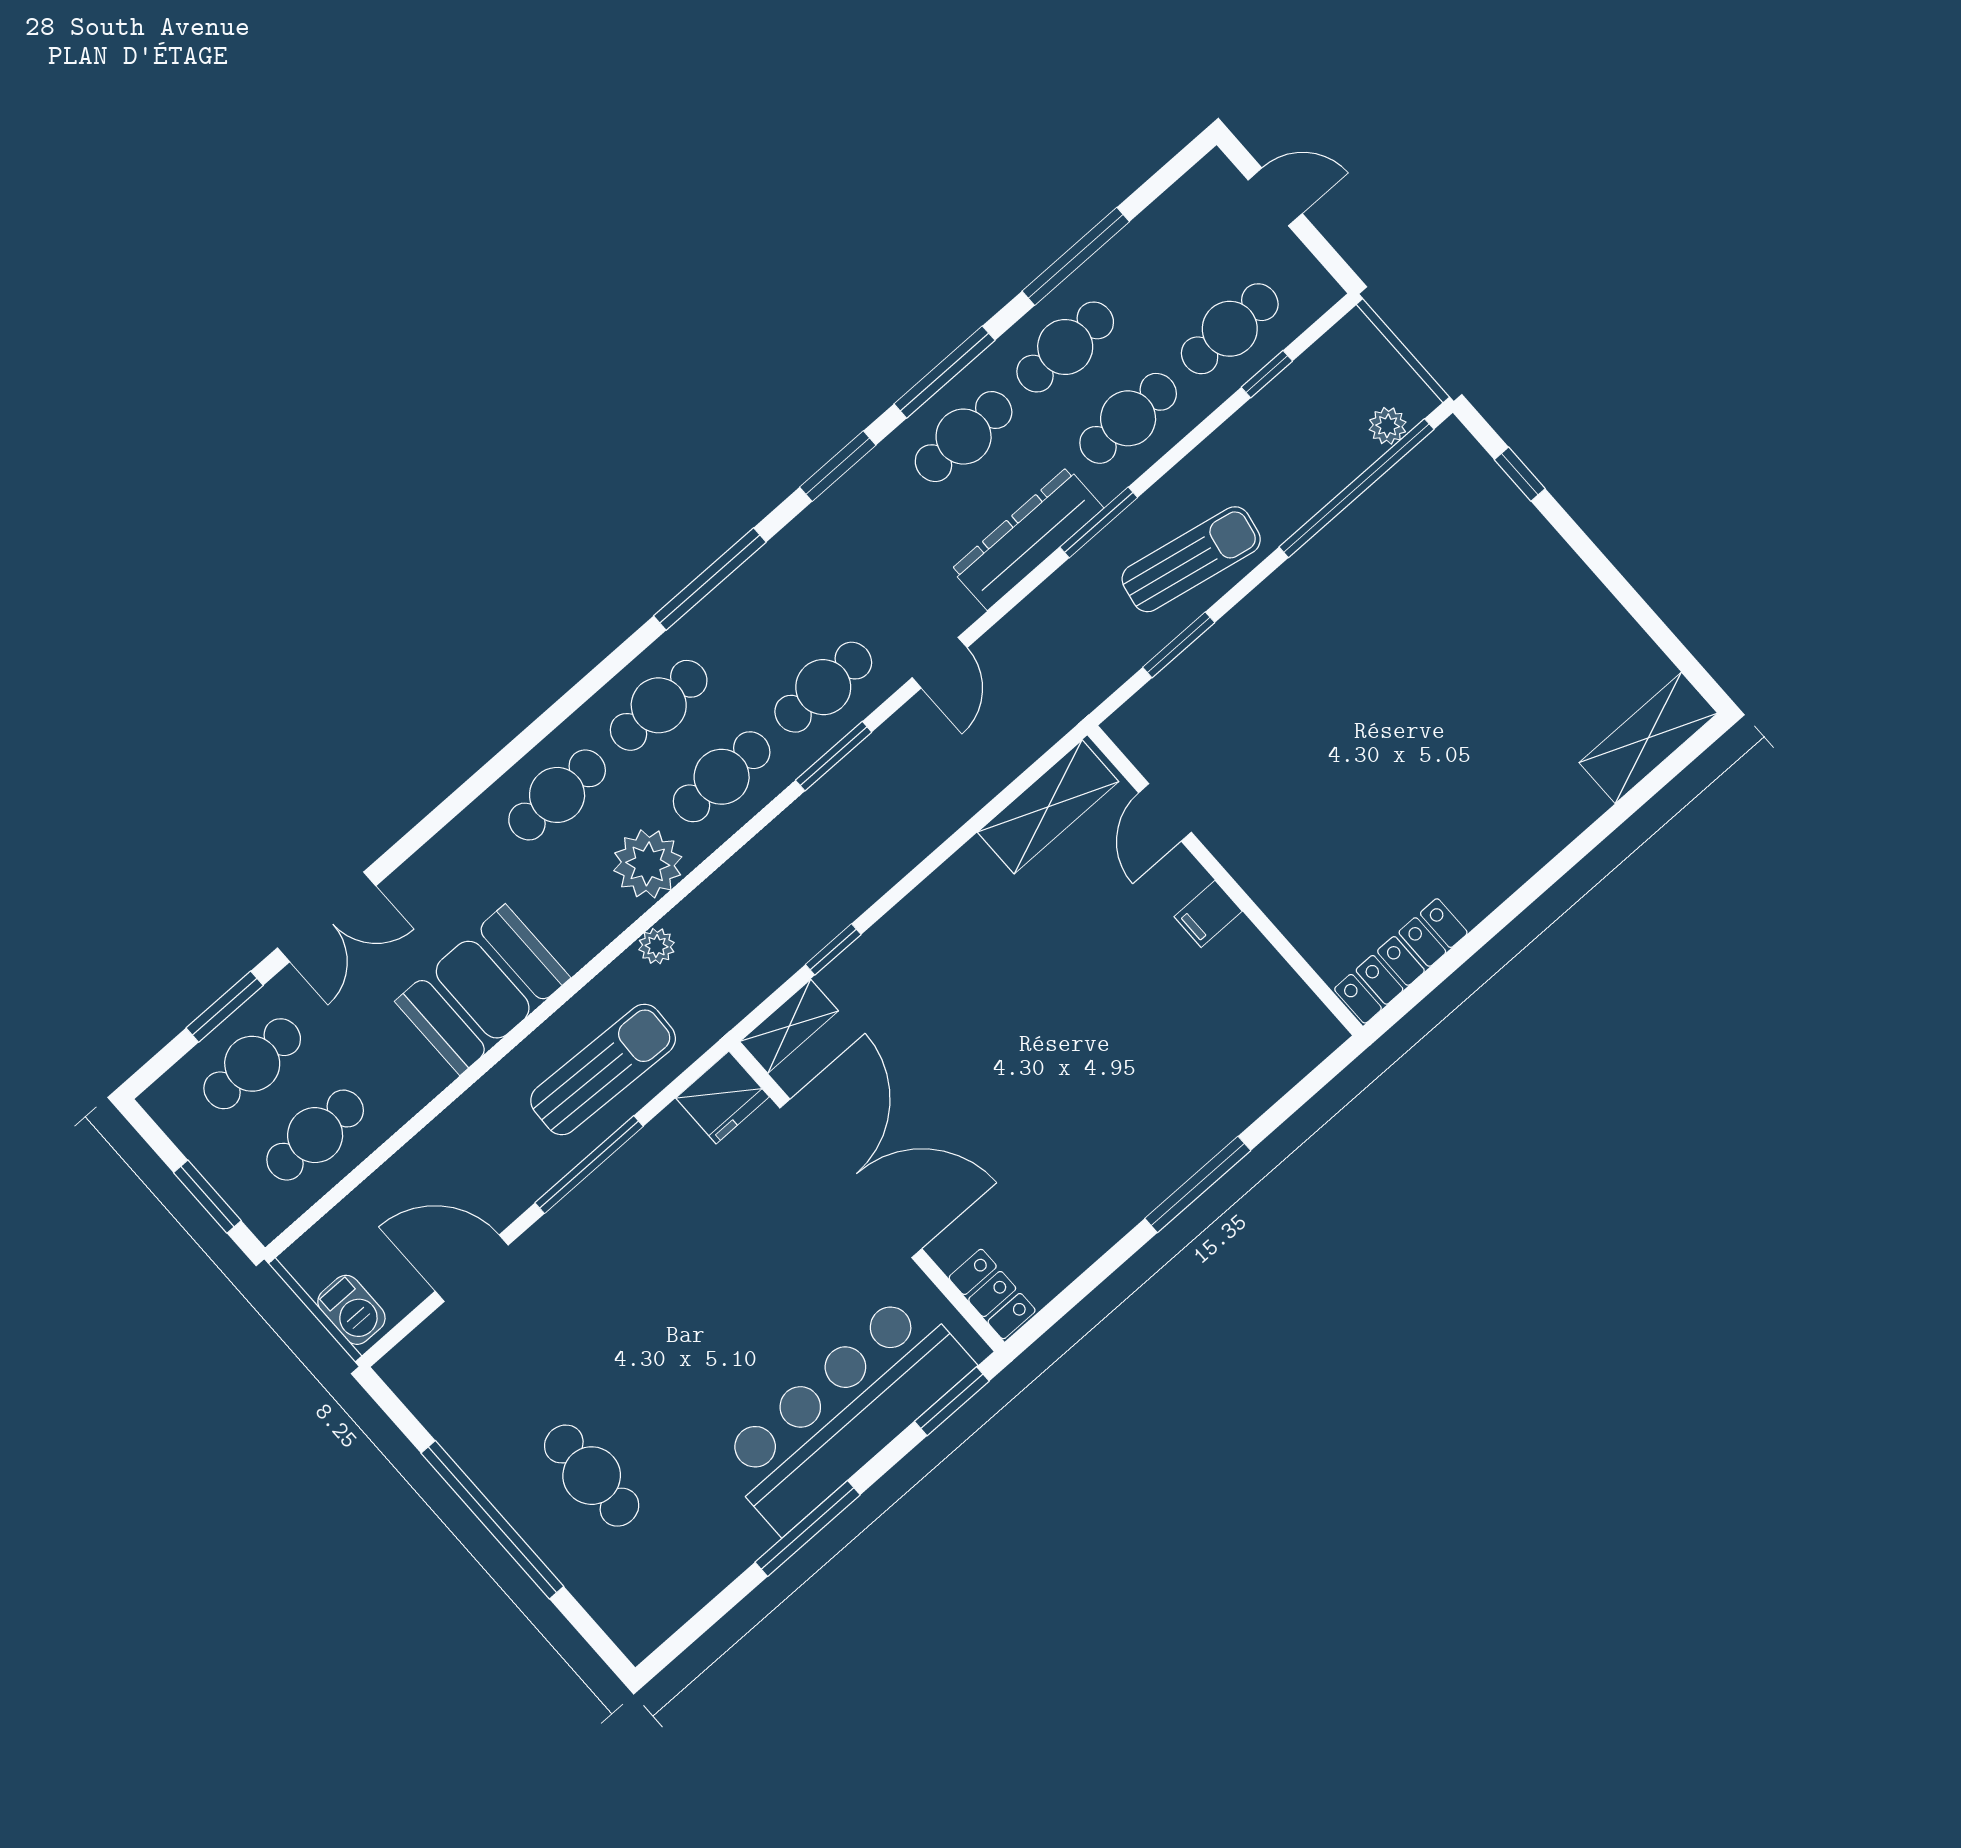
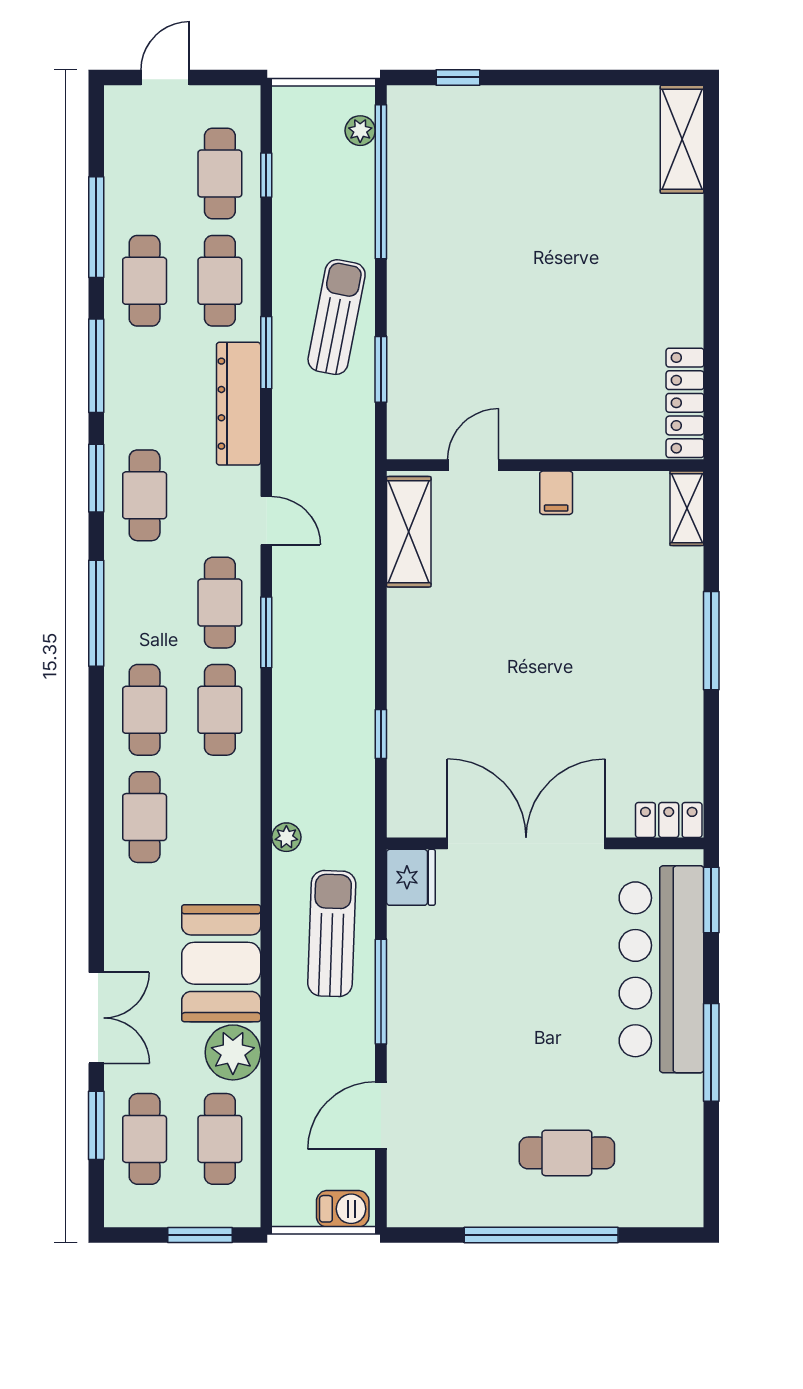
cafe table: (964, 437) -> (145, 495), moved
door: (1165, 812) -> (473, 465), swing flipped
plant: (648, 864) -> (233, 1052), moved
shelving: (789, 1026) -> (687, 508), moved

